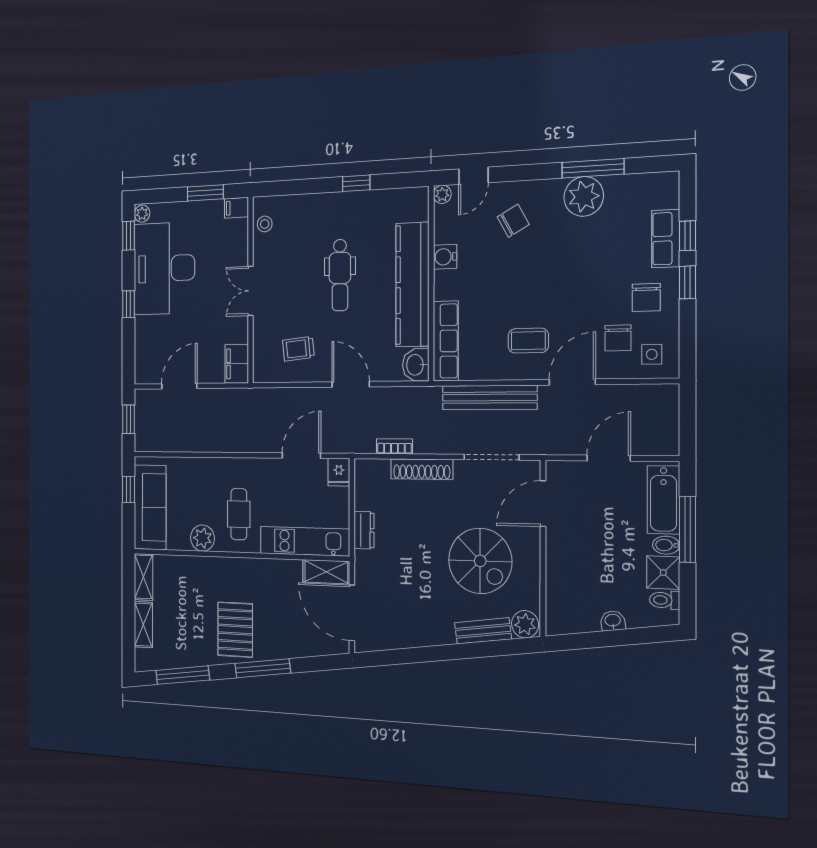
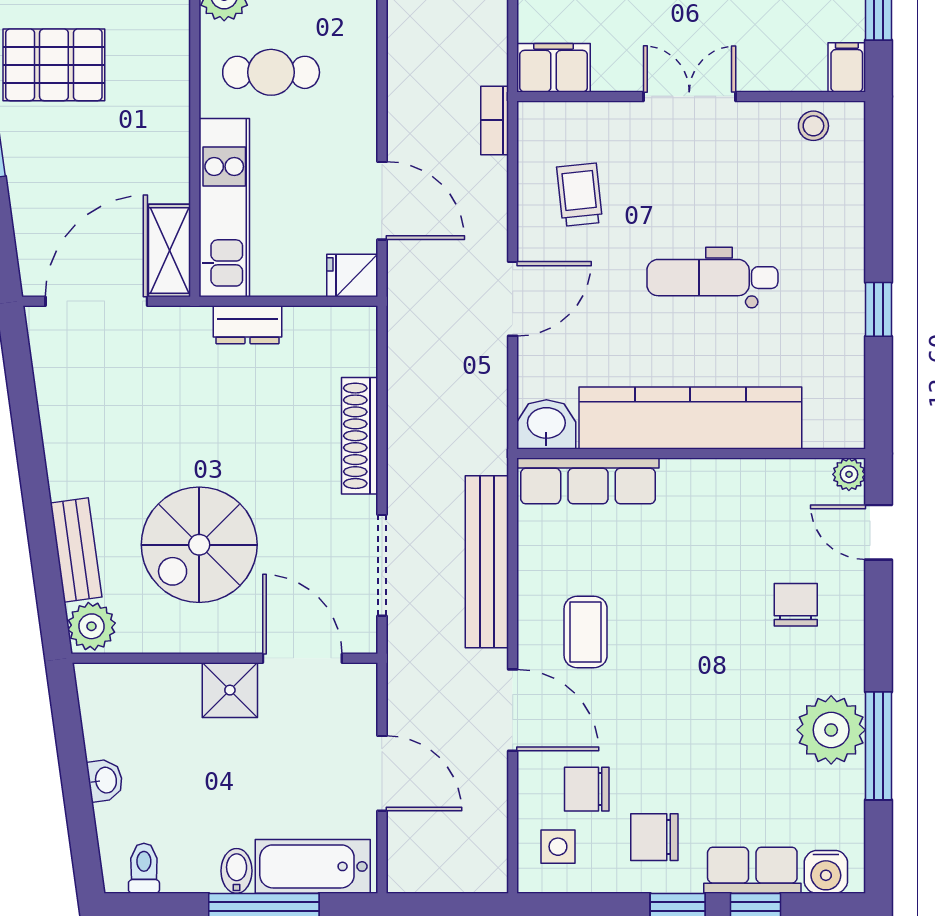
chair: (513, 221) -> (796, 605), turned -151
water cooler: (445, 257) -> (826, 872), moved, turned 180
bookcase: (394, 446) -> (495, 120), moved, turned 180
shower: (663, 573) -> (230, 690), moved

